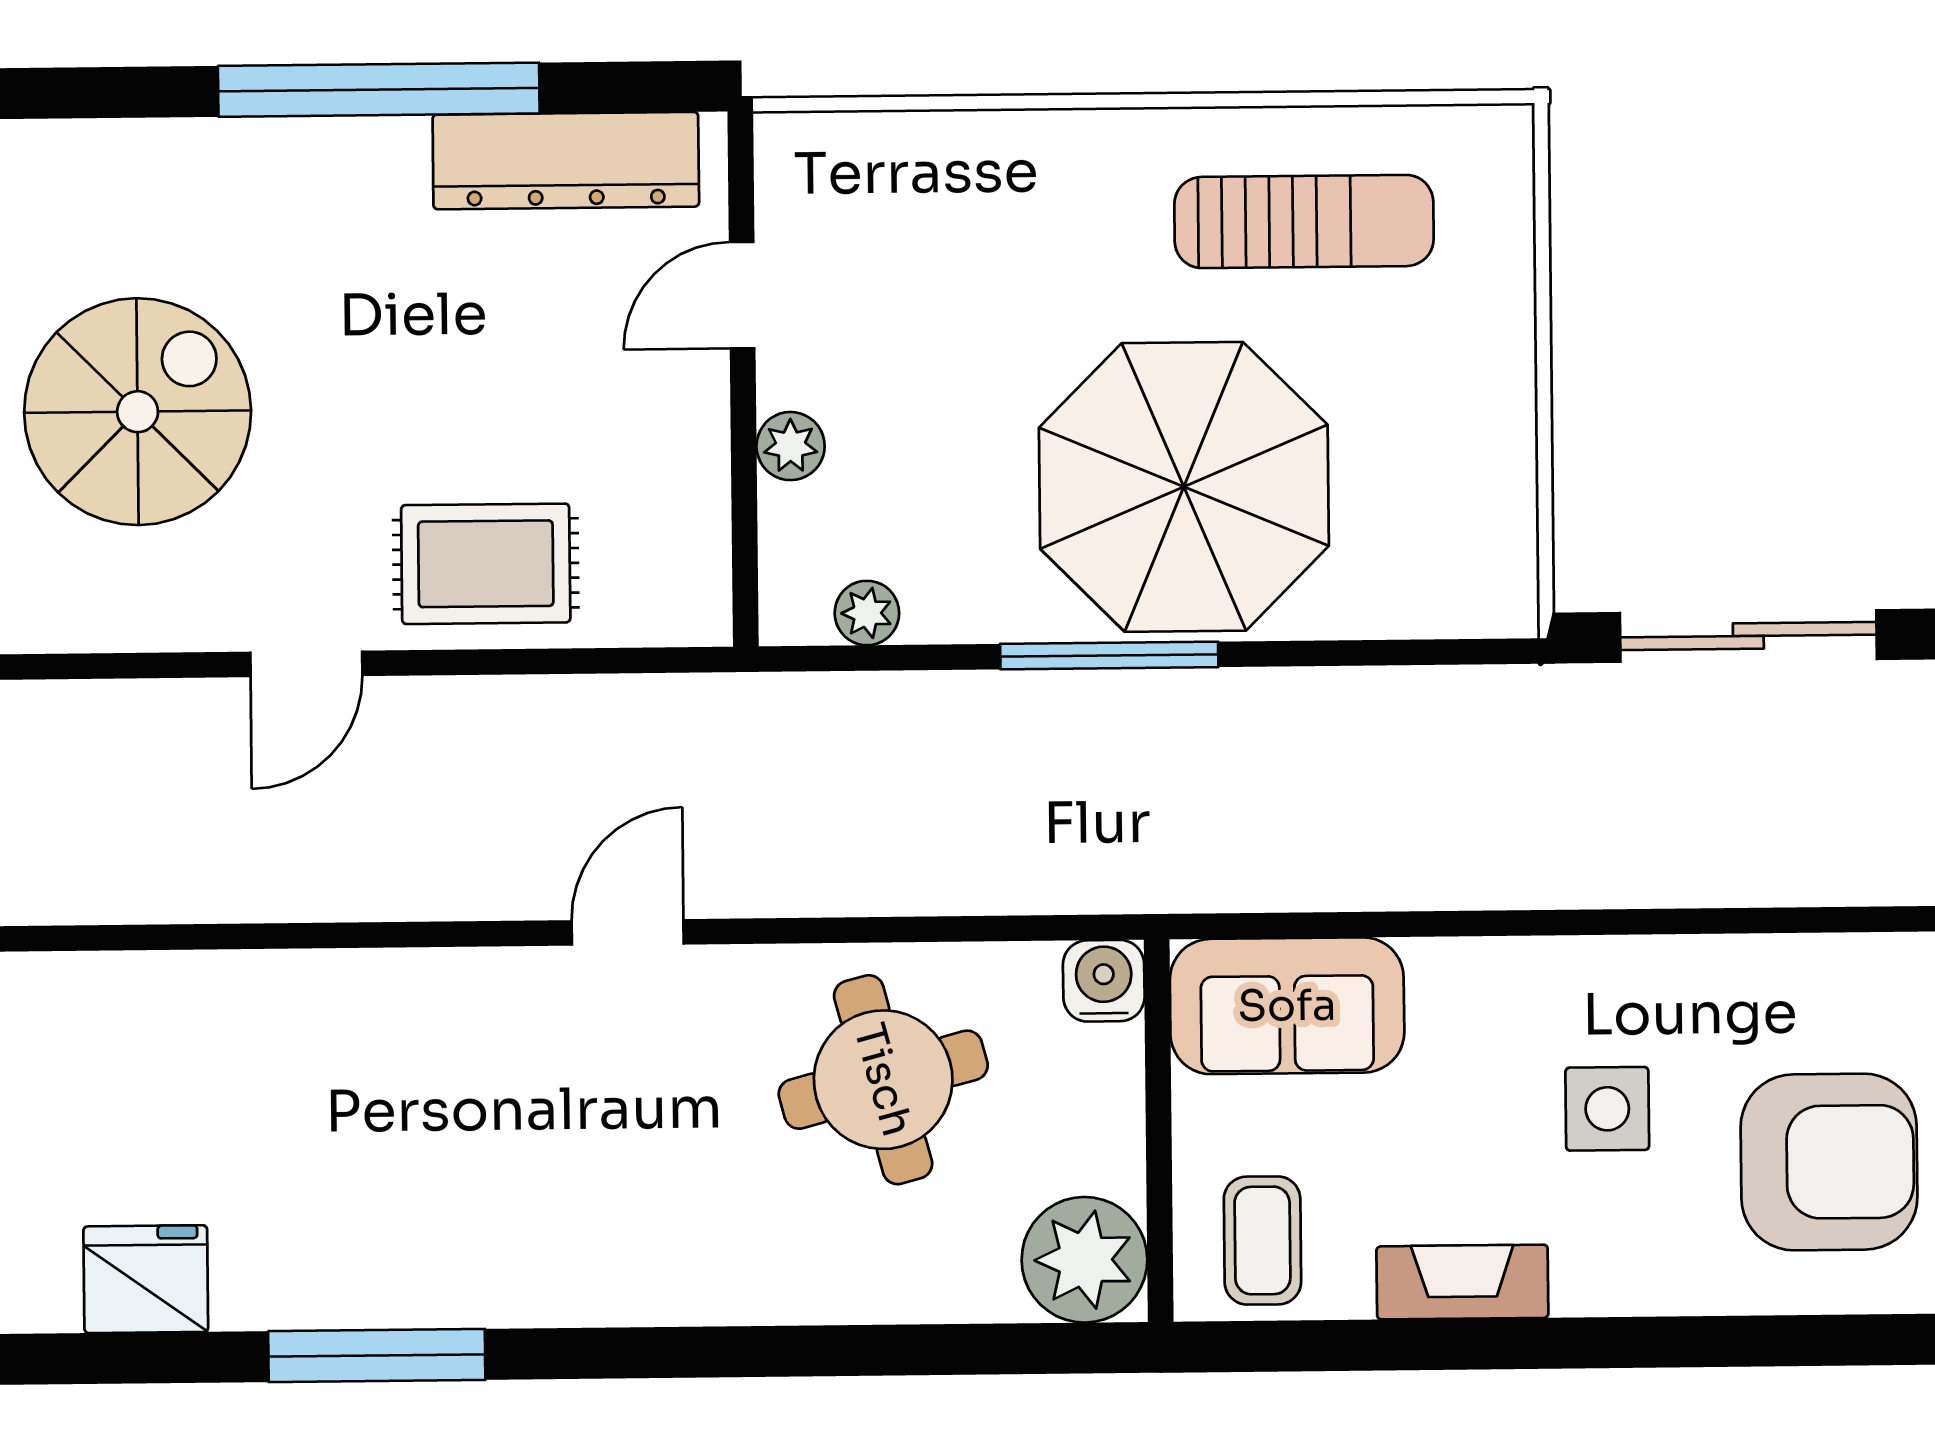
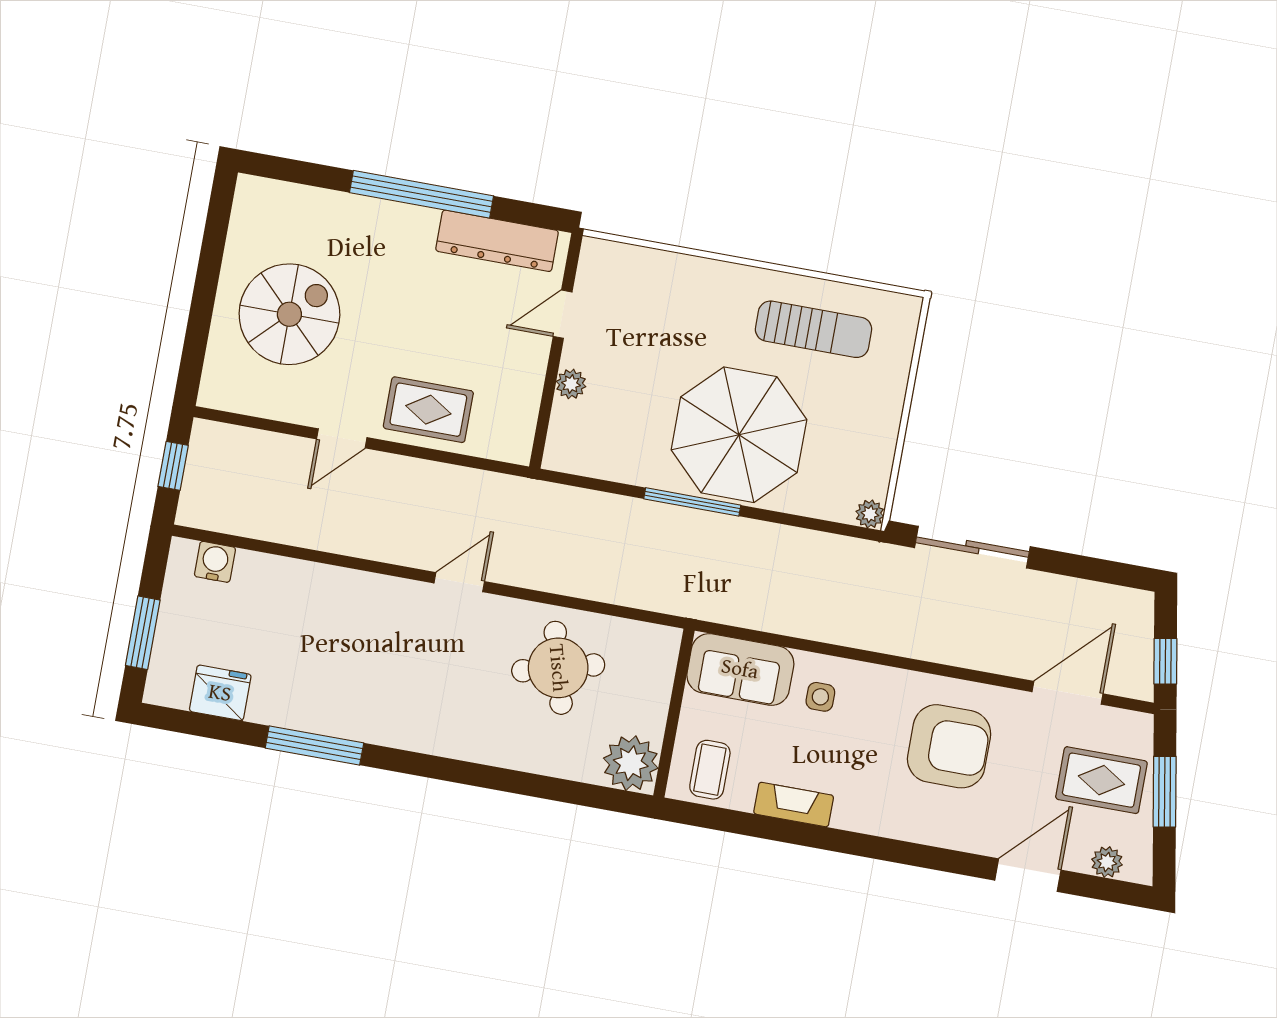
plant: (867, 613) -> (870, 514), moved
water cooler: (1104, 981) -> (215, 562), moved
side table: (1607, 1109) -> (820, 697), moved, width x0.73, depth x0.73
armchair: (1829, 1162) -> (949, 746), moved

